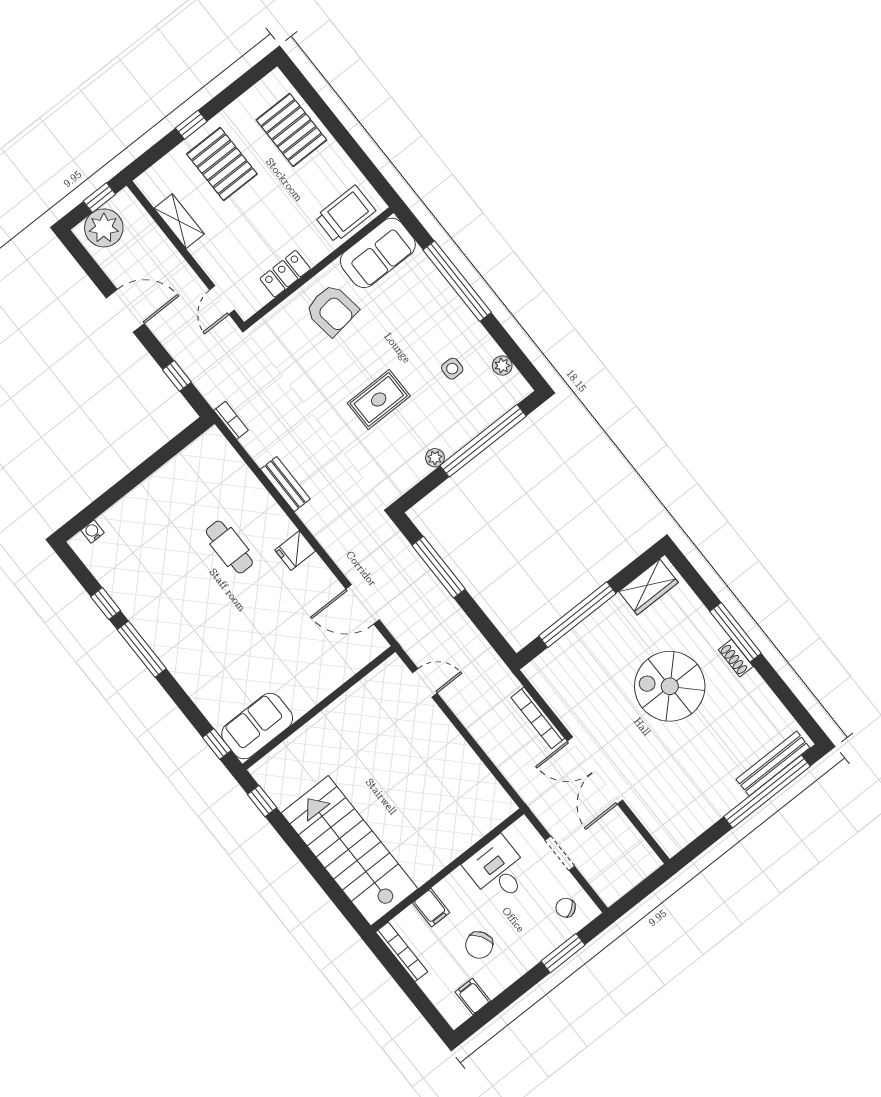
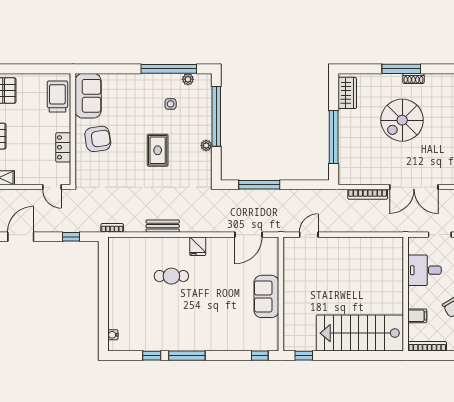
window: (457, 281) -> (169, 69), moved
sofa: (257, 726) -> (266, 296), moved

